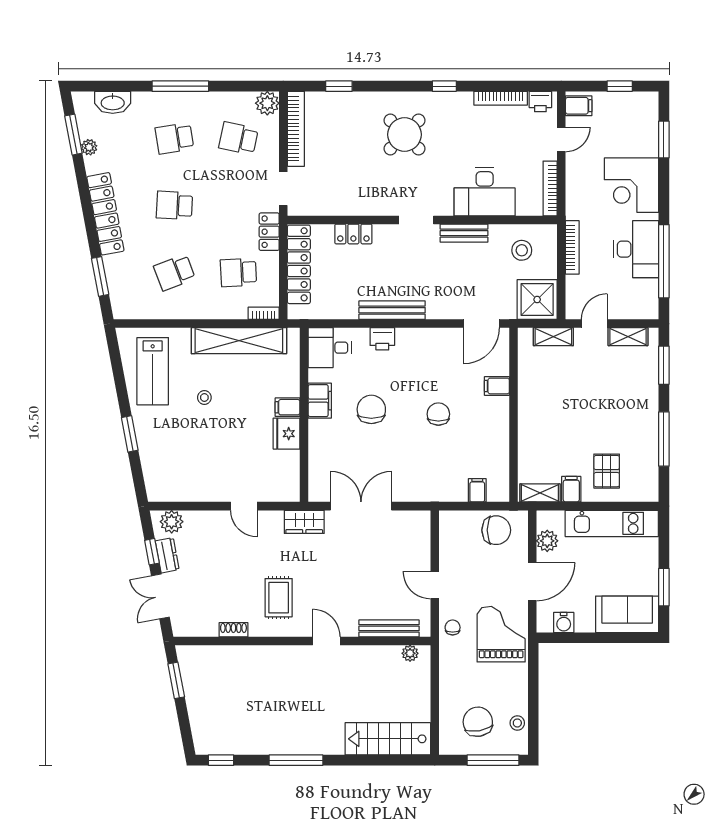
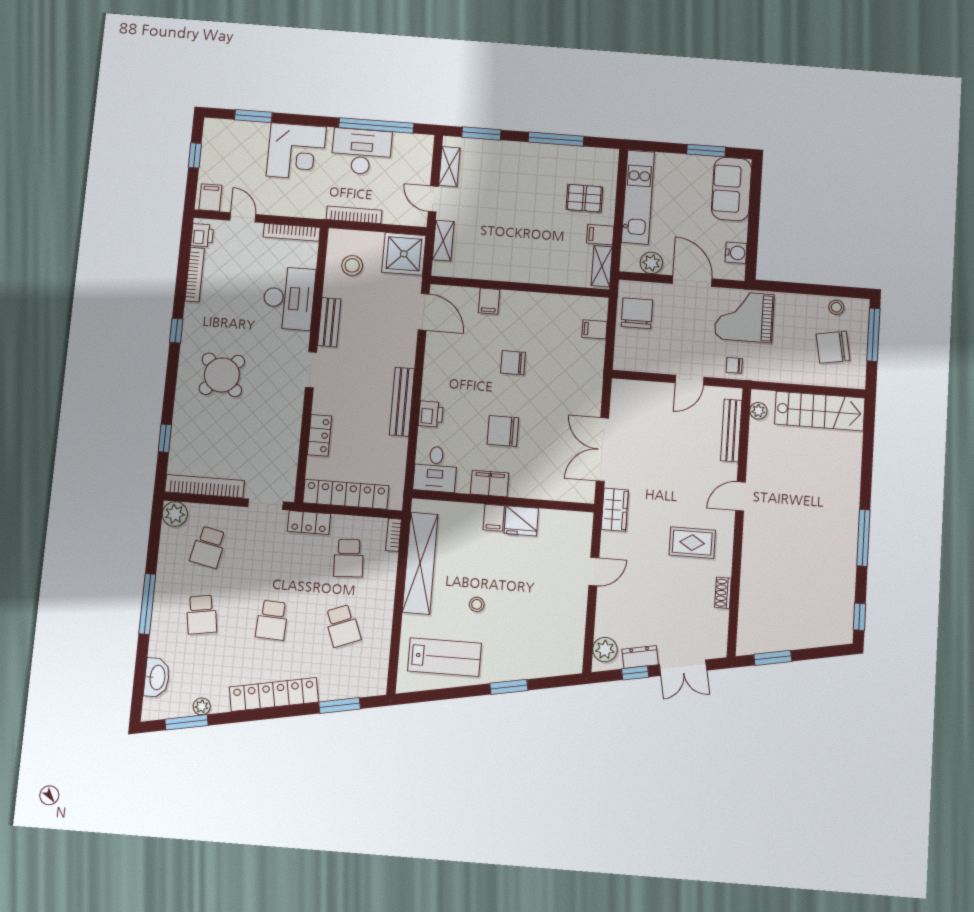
stairs: (388, 739) -> (820, 411), moved, turned -90

